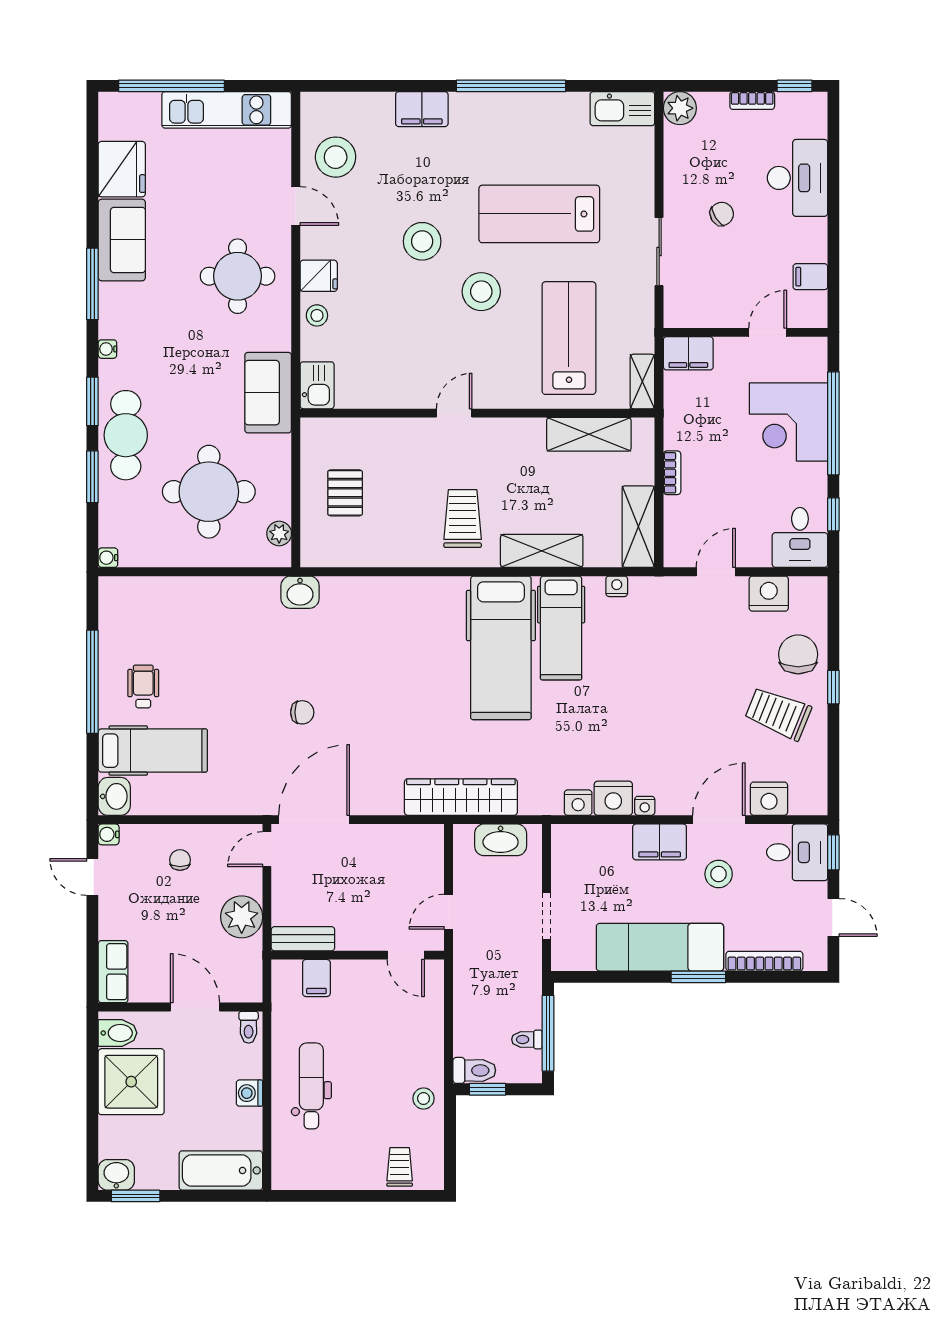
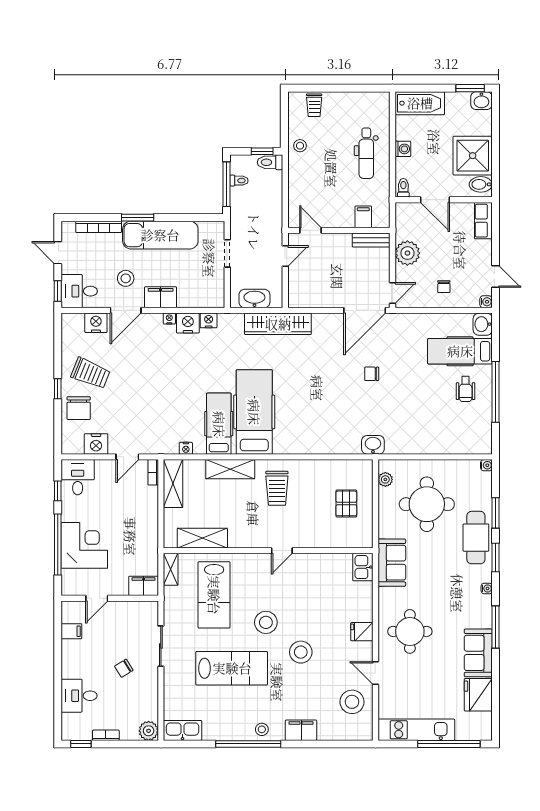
desk: (798, 178) -> (79, 696), width x0.73
stool: (317, 315) -> (262, 729), moved
bookcase: (672, 473) -> (153, 472), moved

